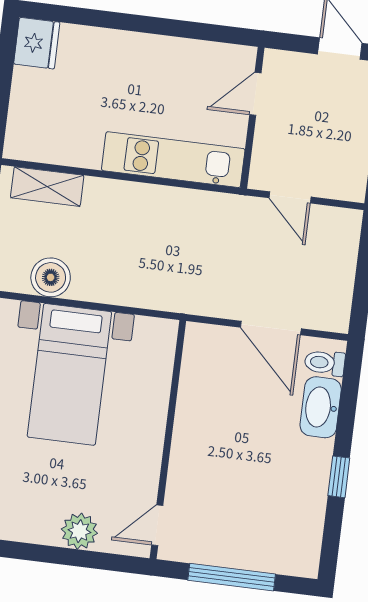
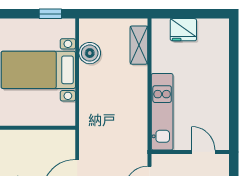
fridge: (37, 43) -> (183, 30), moved

